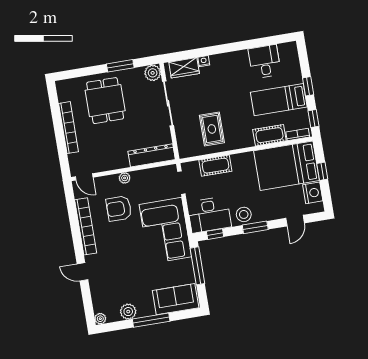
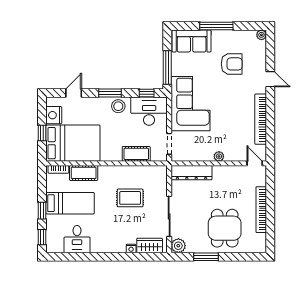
window: (313, 119) -> (42, 237), moved
rug: (212, 129) -> (130, 198), moved, turned 90
armchair: (119, 208) -> (232, 64), moved
plant: (128, 312) -> (236, 37), removed

